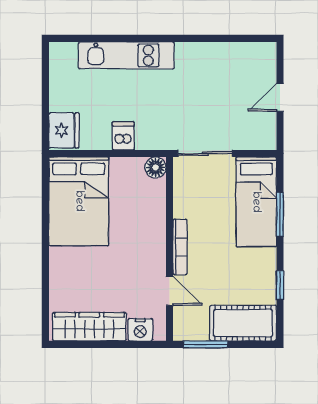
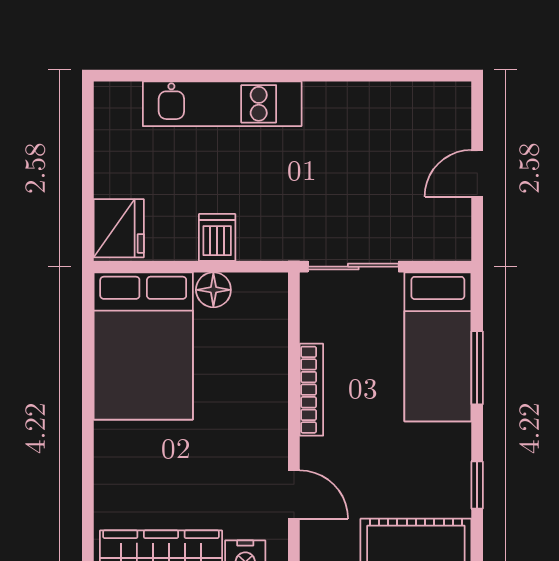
floor lamp: (156, 167) -> (213, 290), moved
bookcase: (180, 247) -> (311, 390), moved

